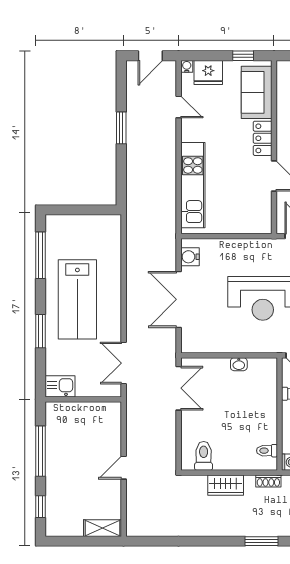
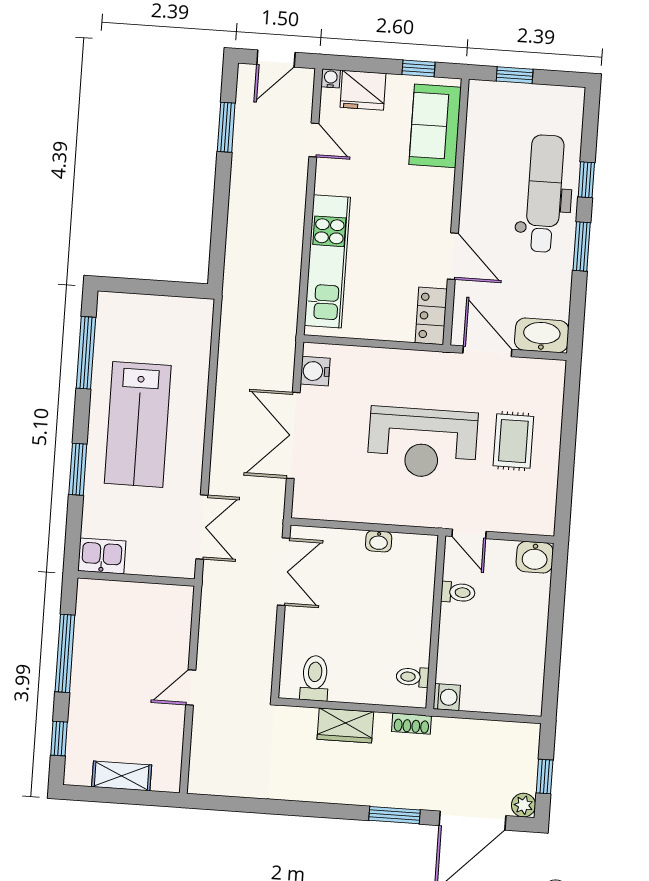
window: (121, 128) -> (226, 127), moved
locker: (263, 138) -> (431, 316), moved
double door: (124, 363) -> (202, 527), swing flipped
shelving: (102, 528) -> (122, 776), moved

